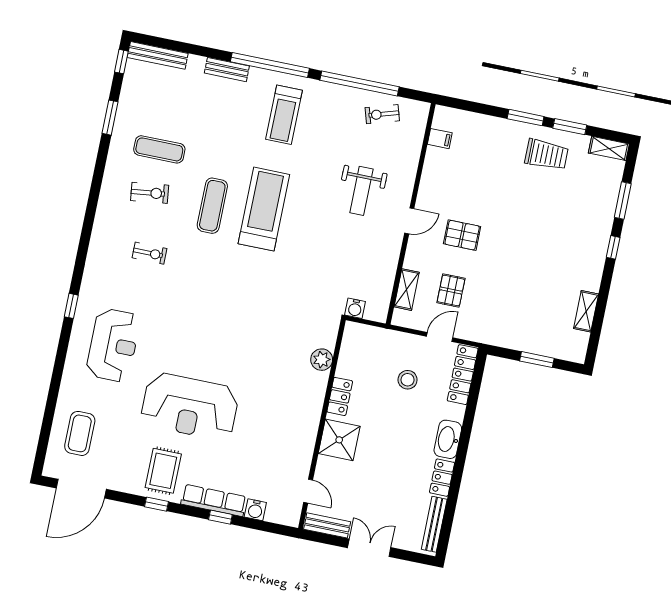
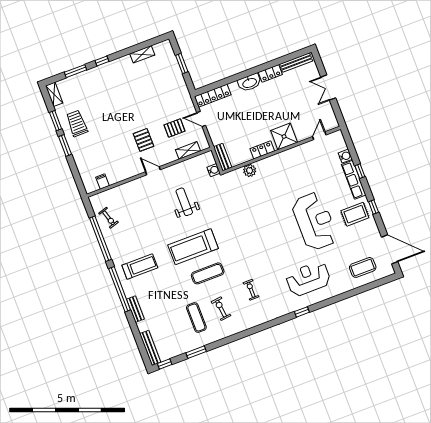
weight bench: (361, 191) -> (184, 202), moved, turned -90
stool: (408, 380) -> (233, 121), removed
bench: (327, 525) -> (222, 157), moved

